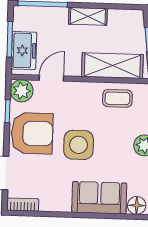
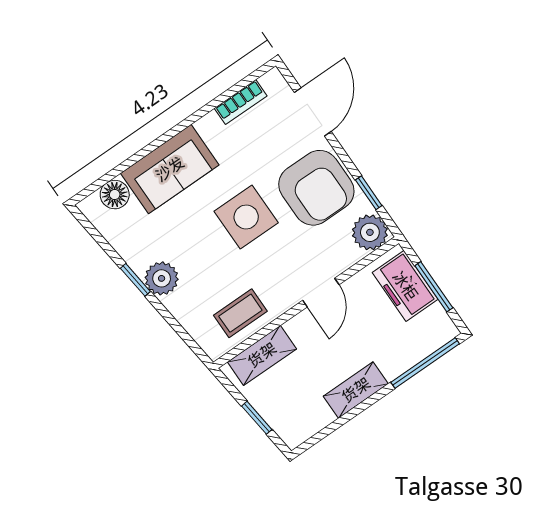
shelving: (112, 66) -> (262, 355), width x0.67, depth x0.75
door: (51, 78) -> (321, 293), moved
armchair: (32, 133) -> (316, 188), turned -90
bookcase: (23, 205) -> (241, 102), moved

